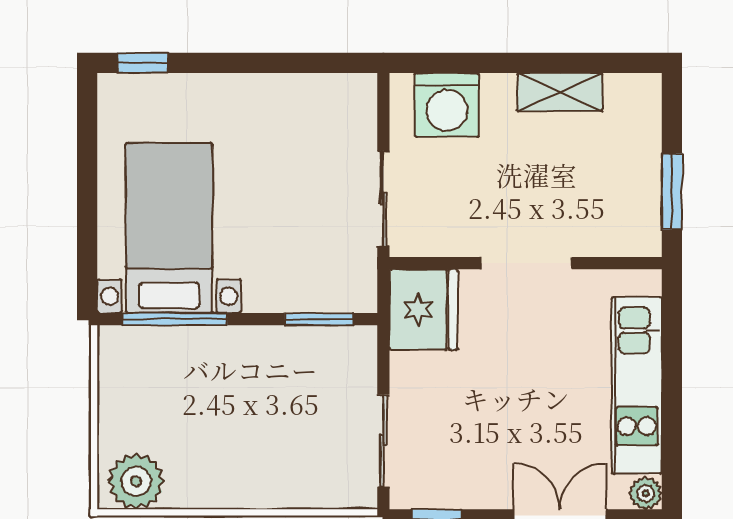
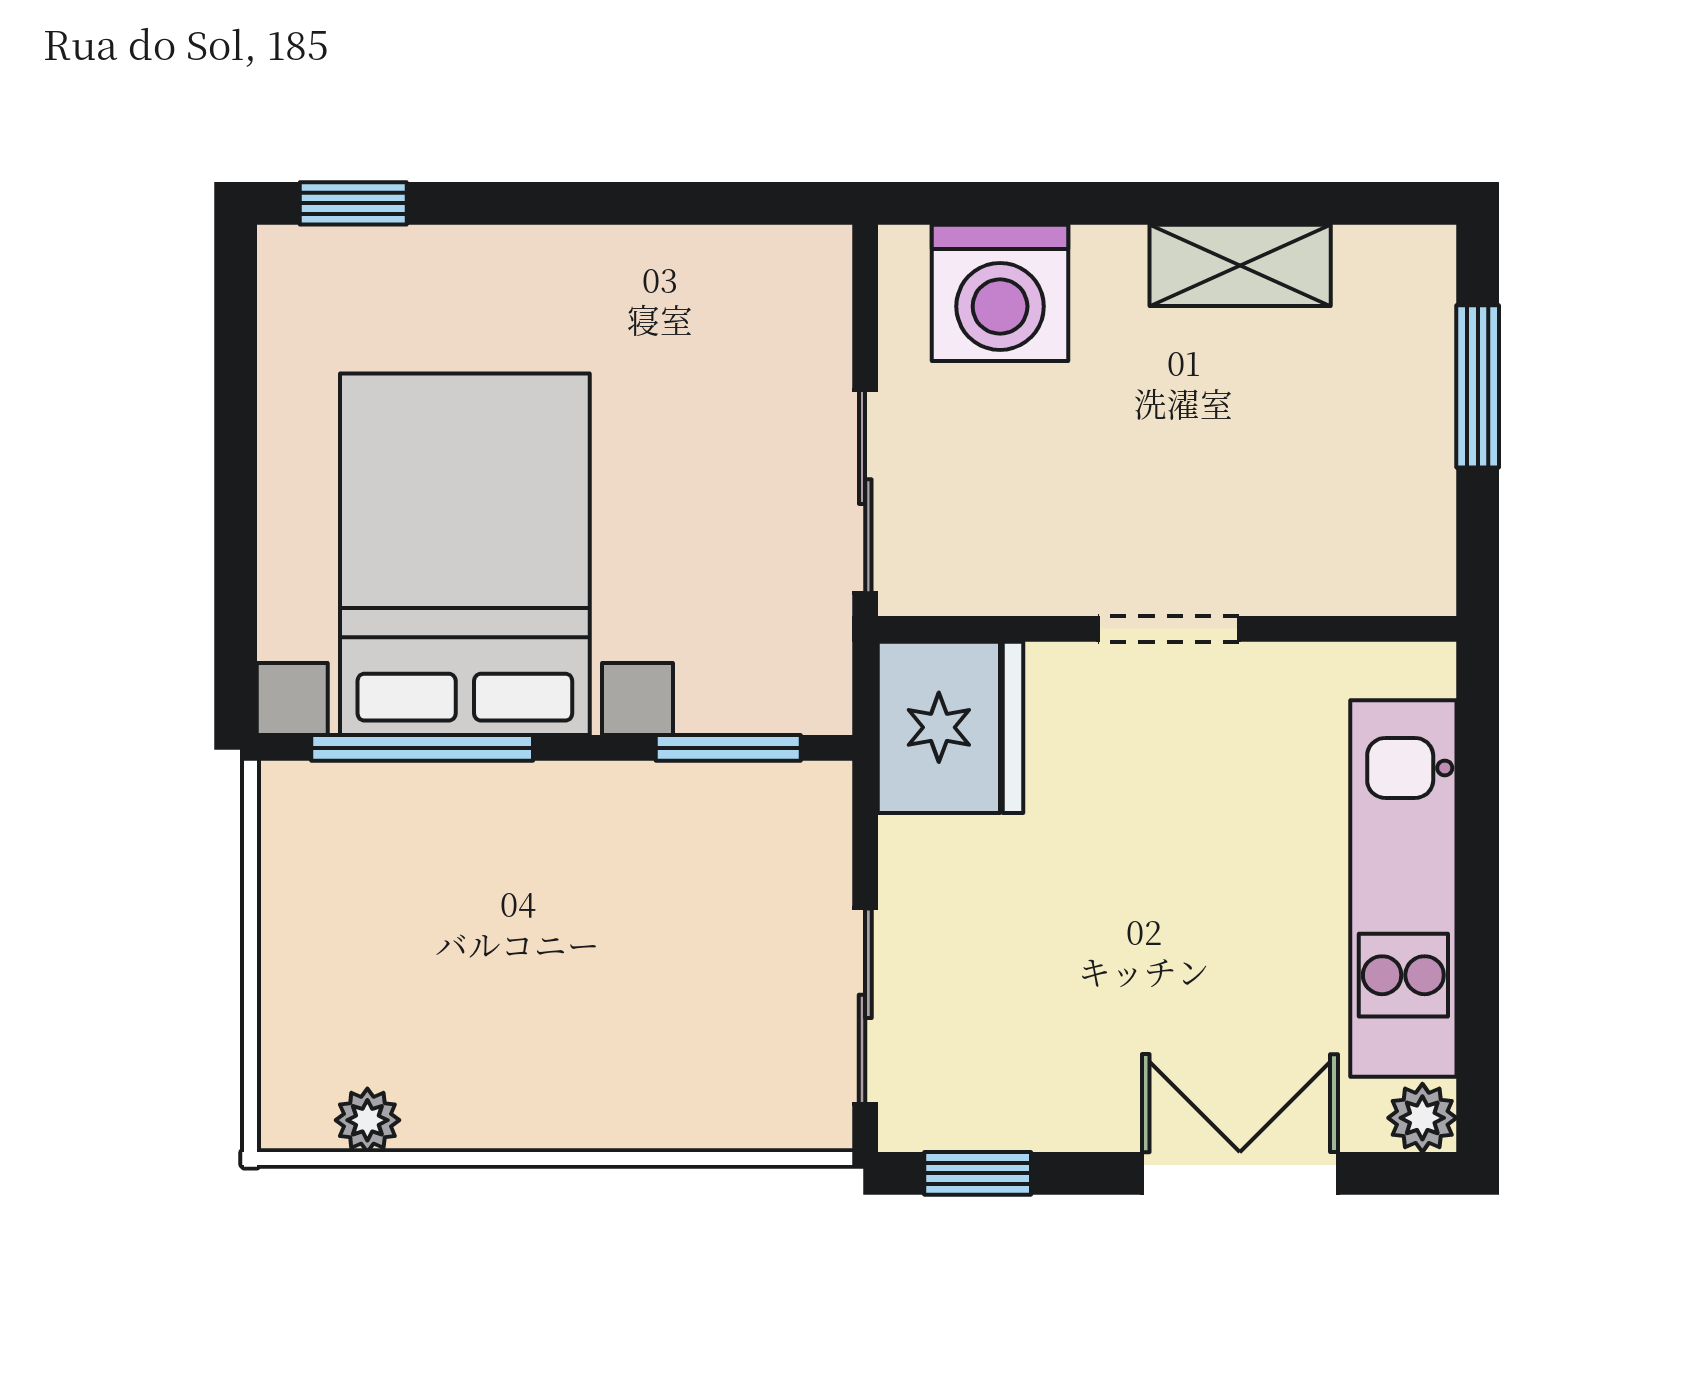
window: (672, 192) -> (1478, 386), moved
bed with nightstands: (169, 228) -> (465, 554), width x1.36
doorway: (526, 263) -> (1168, 629), width x0.73
plant: (136, 481) -> (367, 1120), width x0.53, depth x0.53

